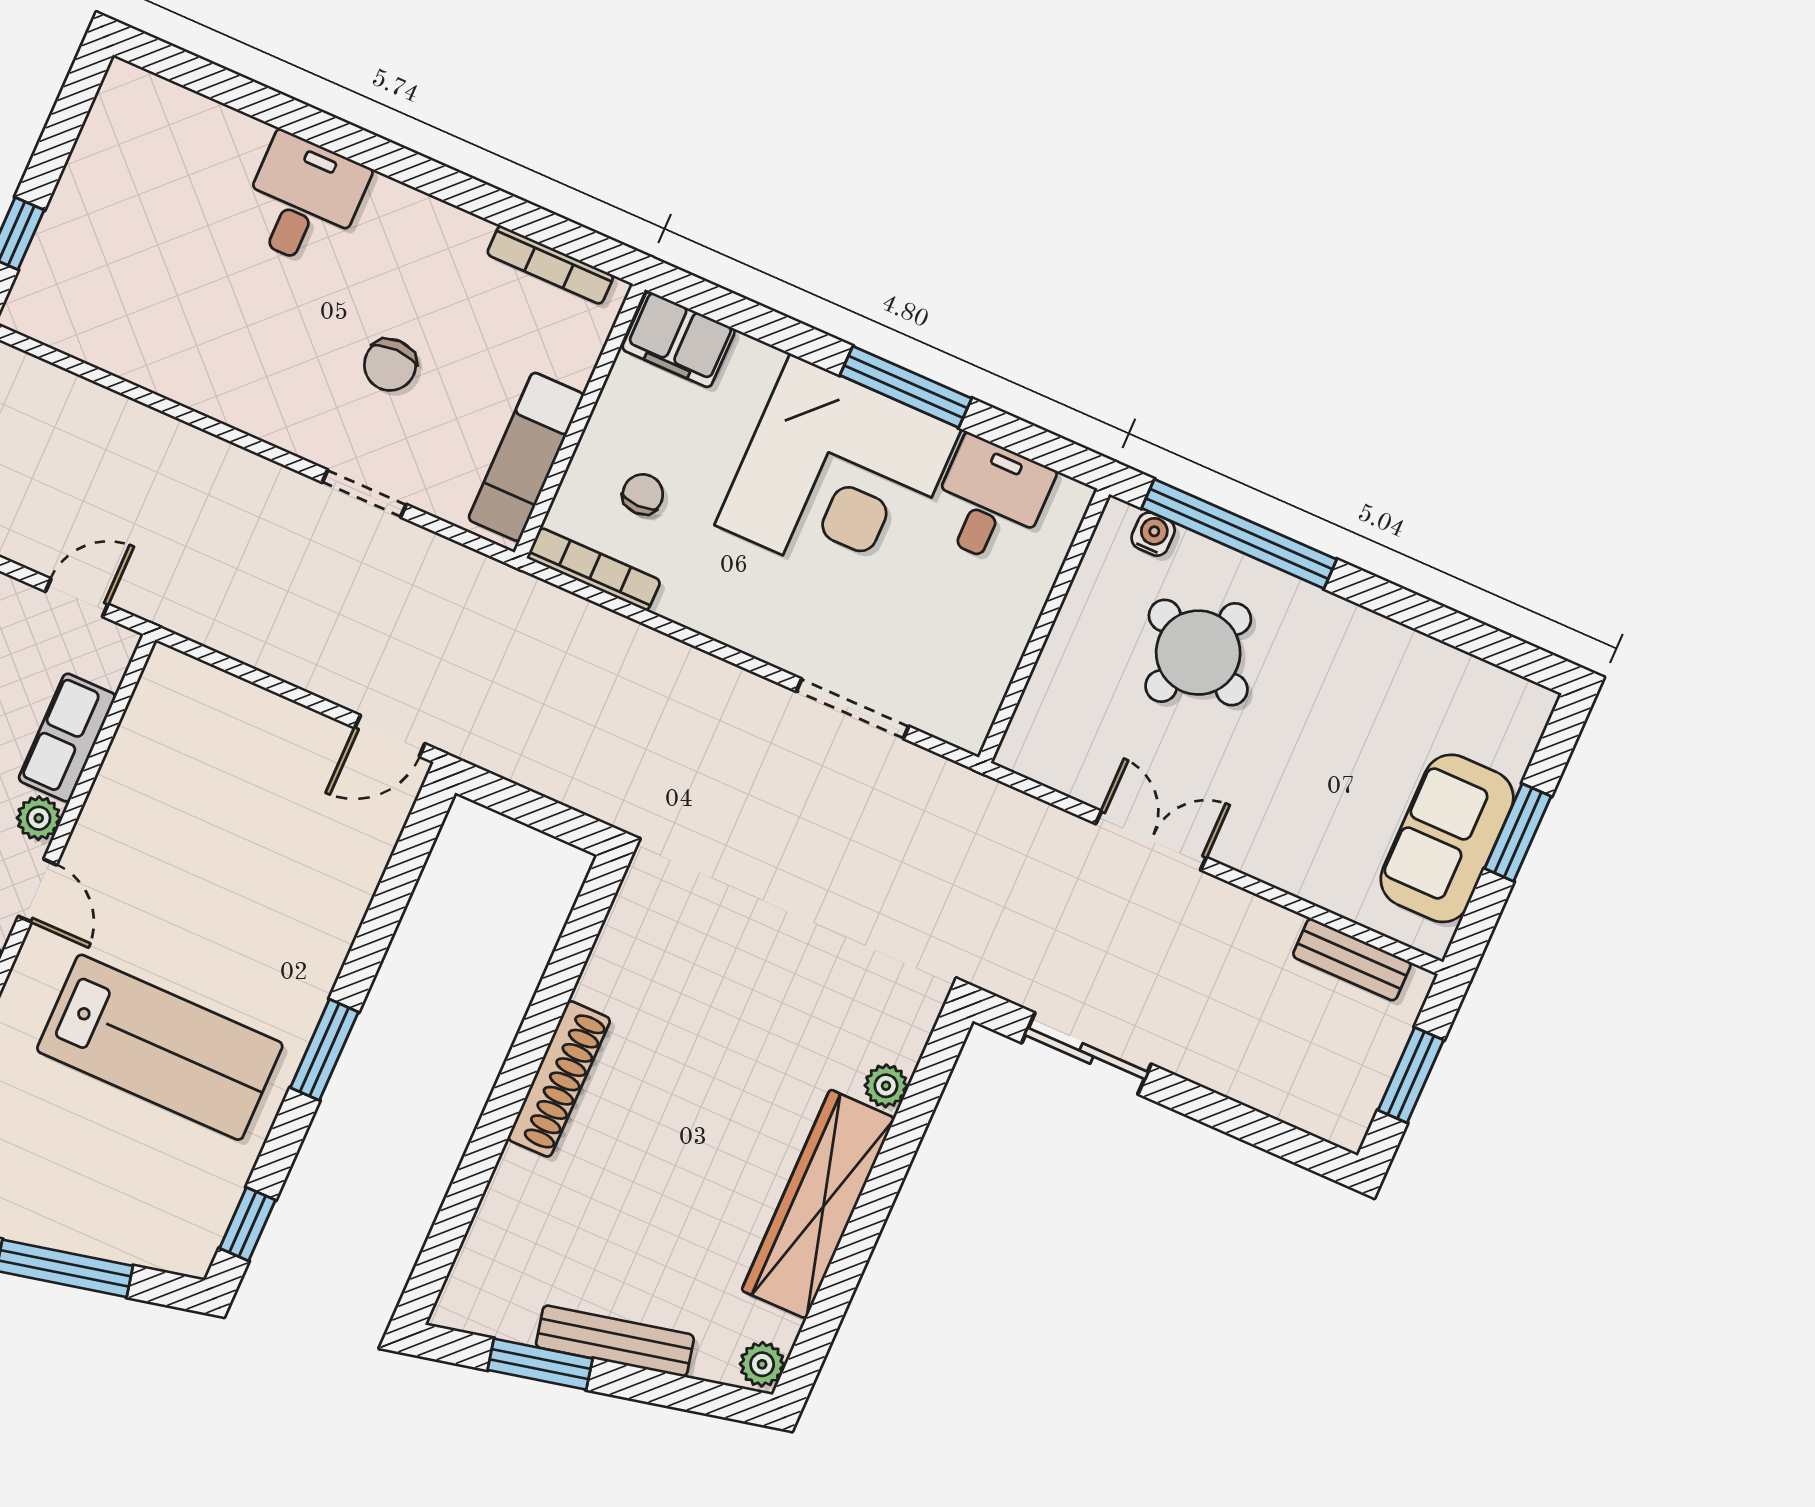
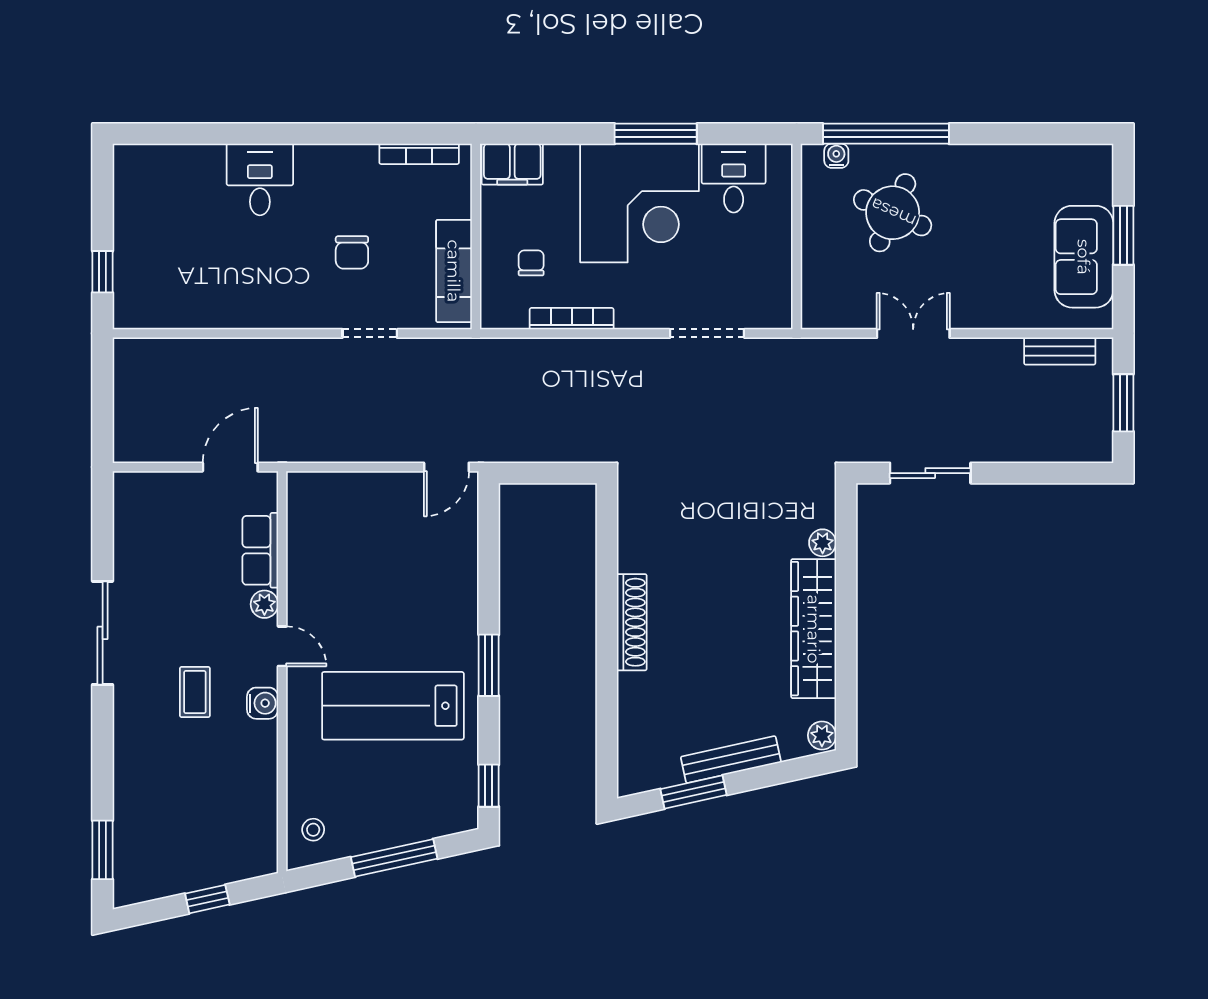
bookcase: (594, 569) -> (572, 319), moved
door: (77, 598) -> (230, 467), width x1.38
lab bench: (160, 1047) -> (393, 706), turned 180

